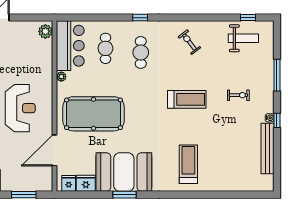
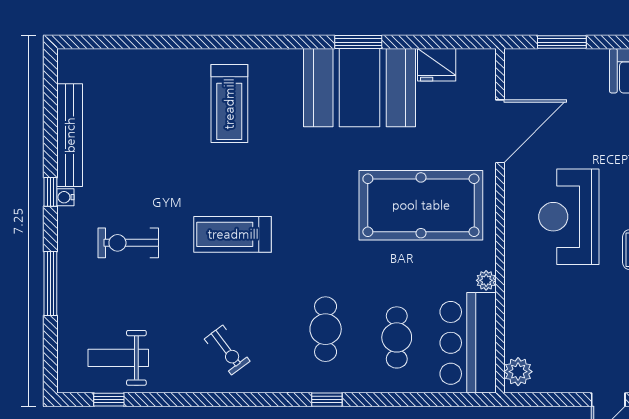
exercise bike: (238, 95) -> (128, 243), width x1.38, depth x1.39
fridge: (69, 183) -> (471, 65), removed

